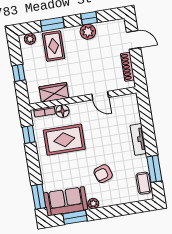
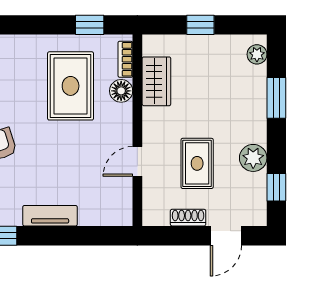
window: (89, 18) -> (276, 187), moved
rug: (54, 46) -> (197, 163), moved, turned 90
shoe rack: (128, 67) -> (188, 218), width x0.70

